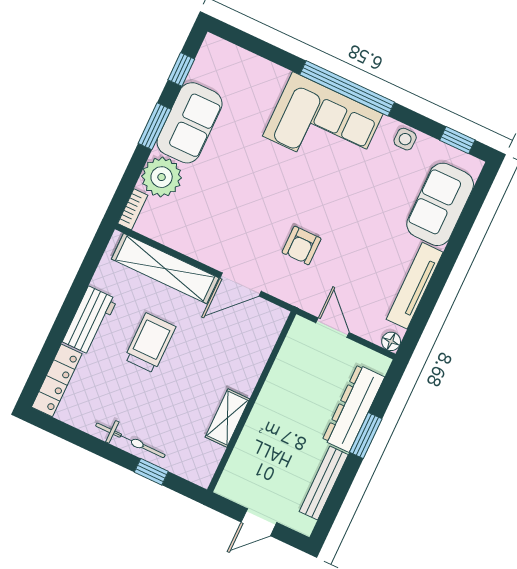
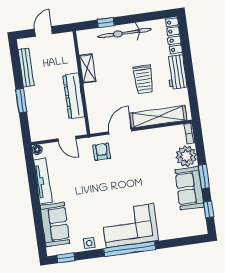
armchair: (302, 246) -> (102, 152), moved
dresser: (353, 408) -> (74, 96), moved, turned 180
bicycle: (130, 440) -> (124, 33), width x1.37, depth x1.40

